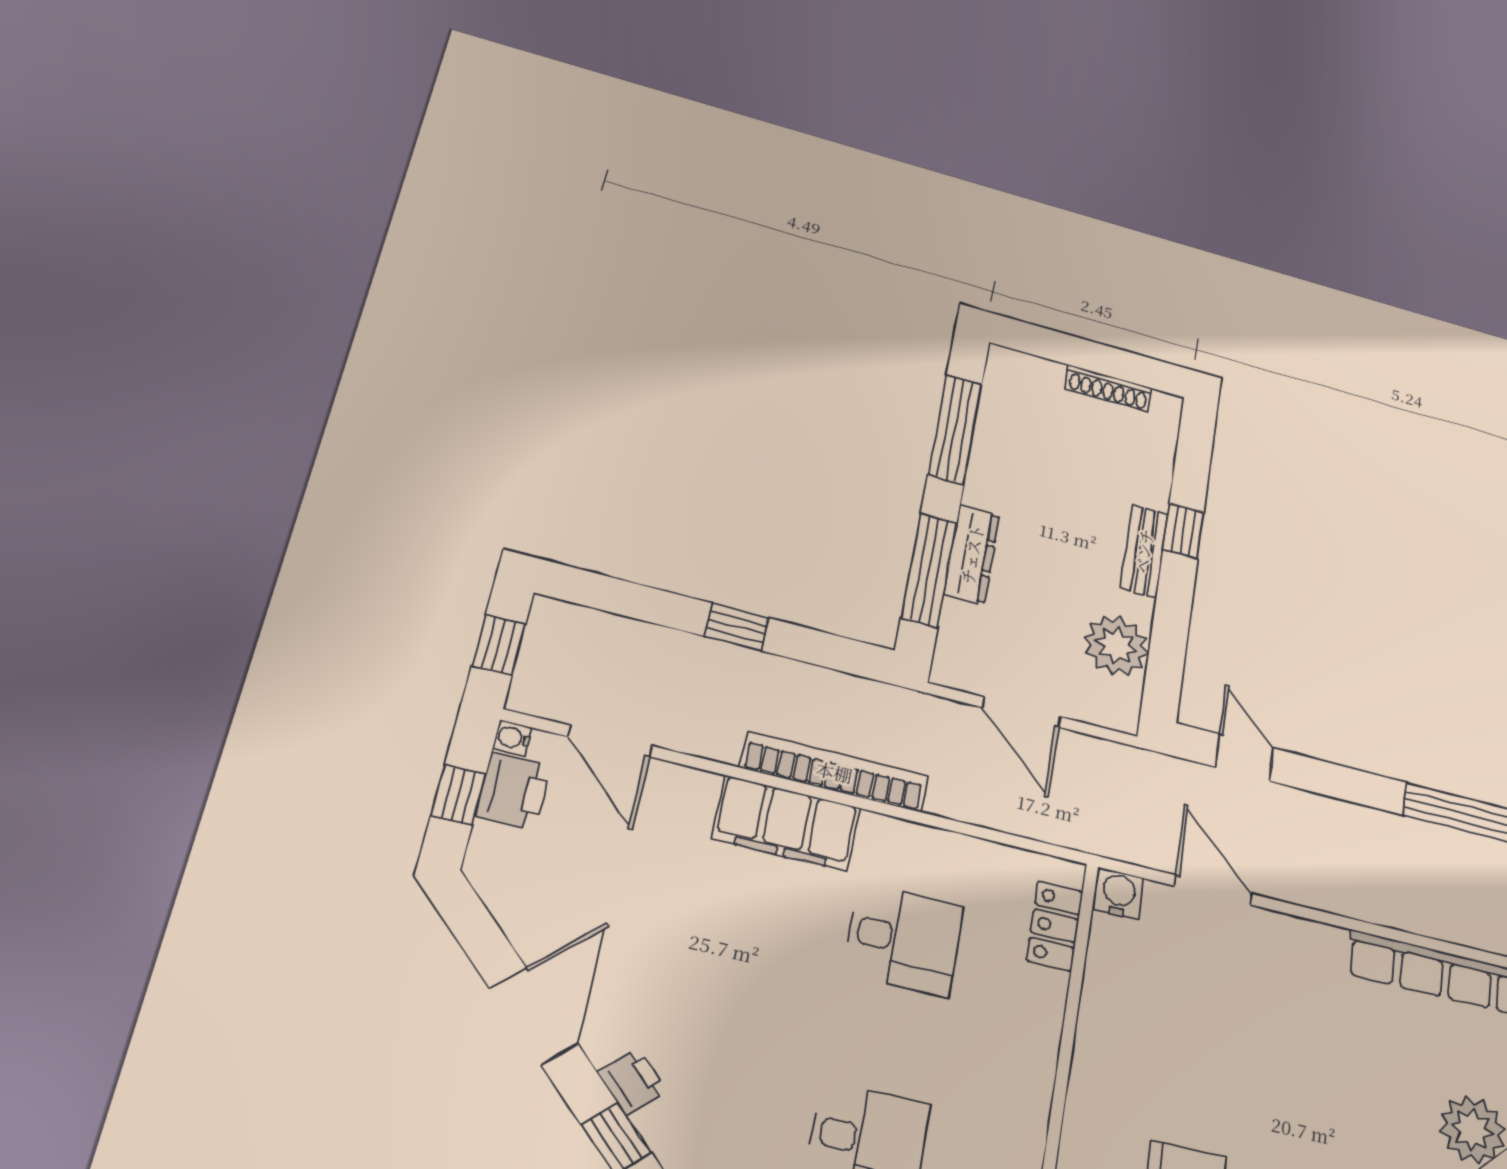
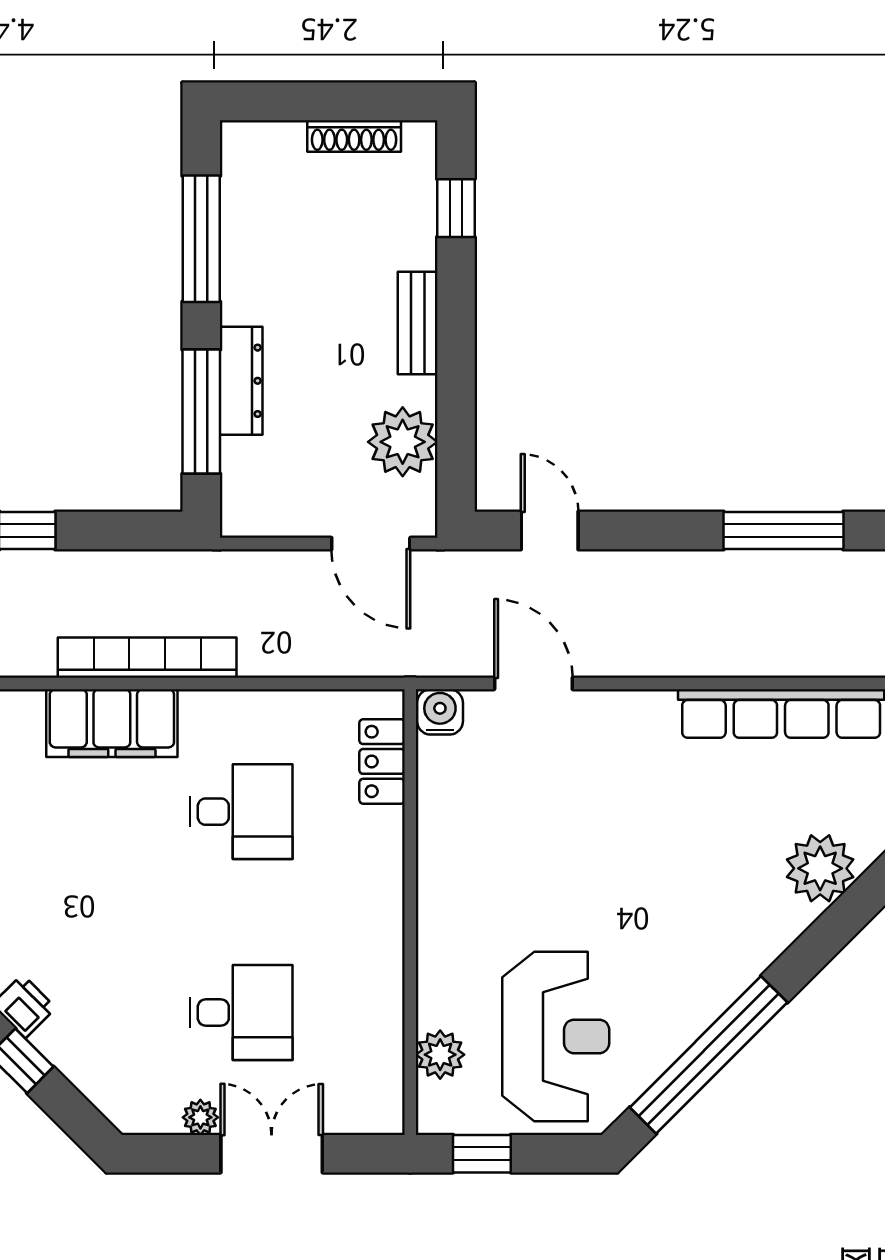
window: (1183, 531) -> (456, 208), moved
door: (1022, 712) -> (371, 544), moved

